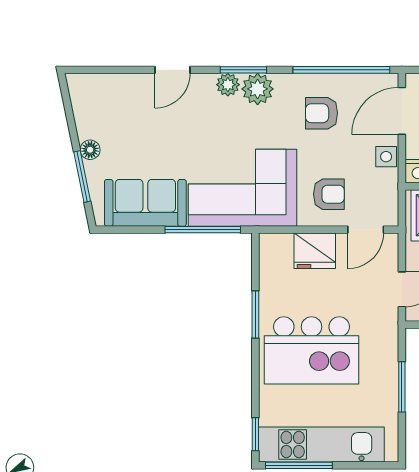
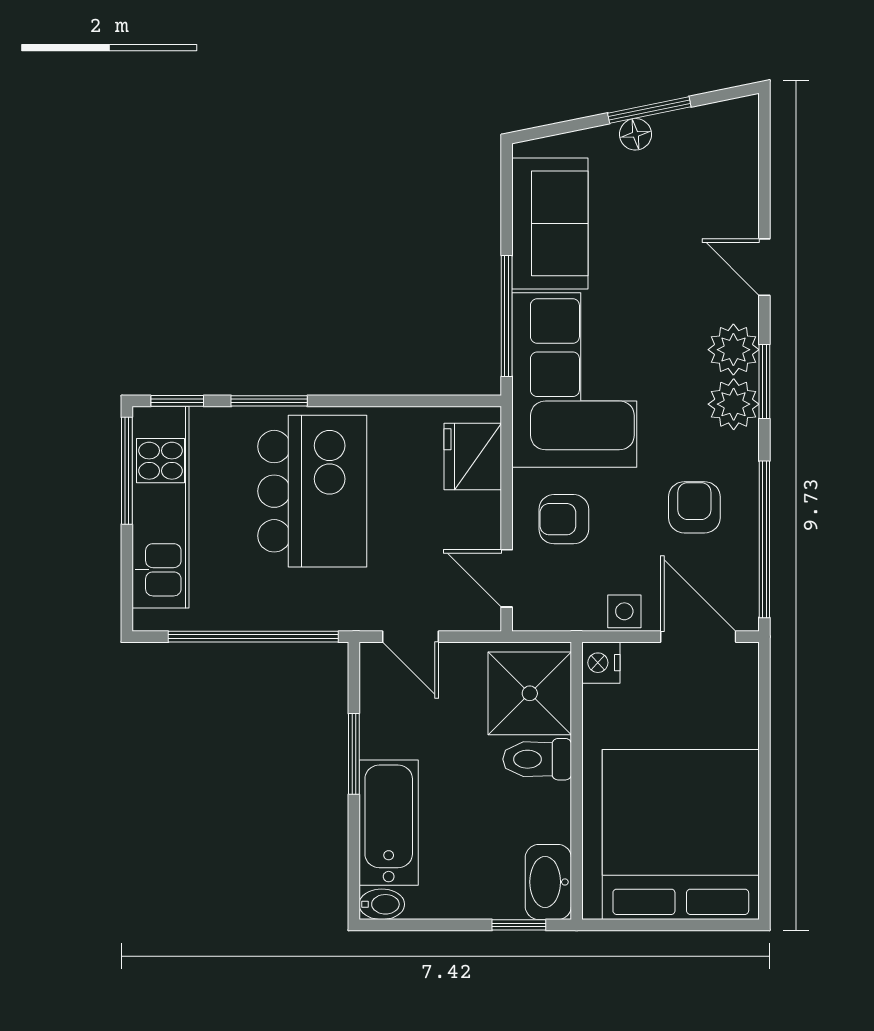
plant: (228, 85) -> (733, 350), width x1.38, depth x1.38
window: (82, 176) -> (649, 110), moved
armchair: (329, 194) -> (564, 519), turned 90
fridge: (315, 251) -> (473, 456), moved
window: (255, 315) -> (269, 401), moved
kitchen island: (311, 350) -> (312, 491), turned 180
window: (402, 387) -> (253, 637), width x2.11

